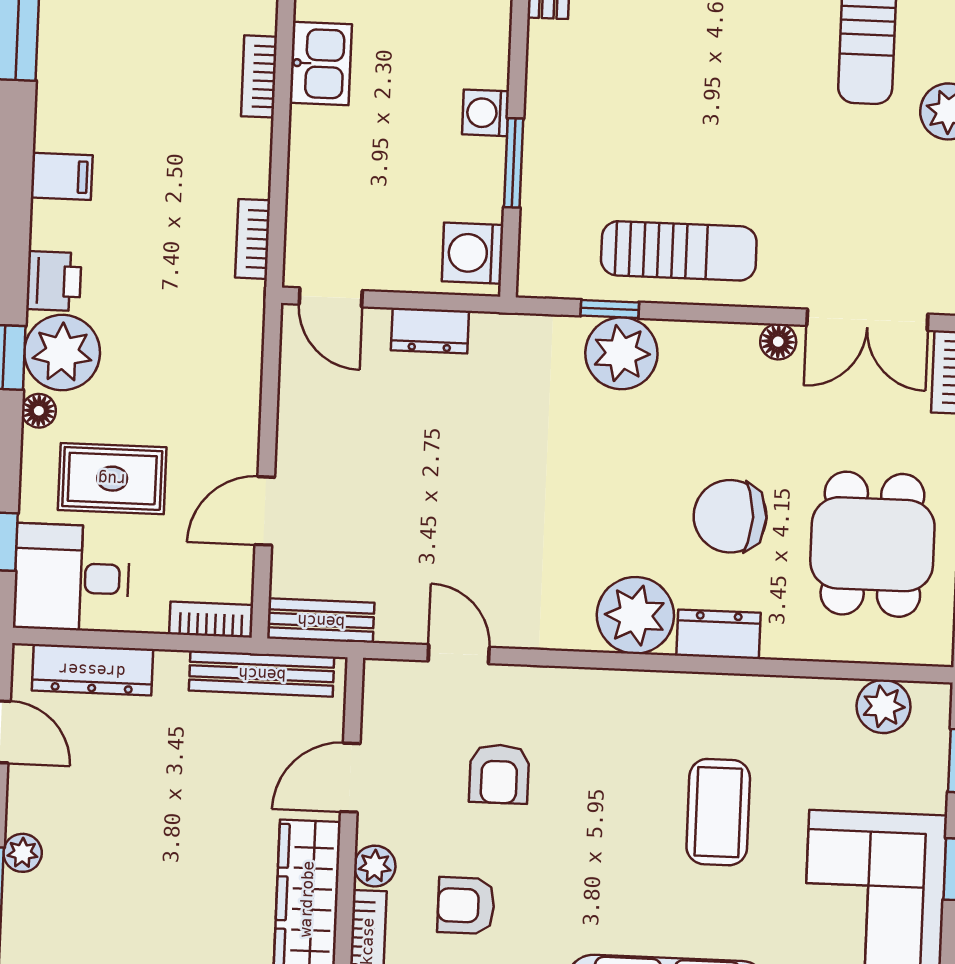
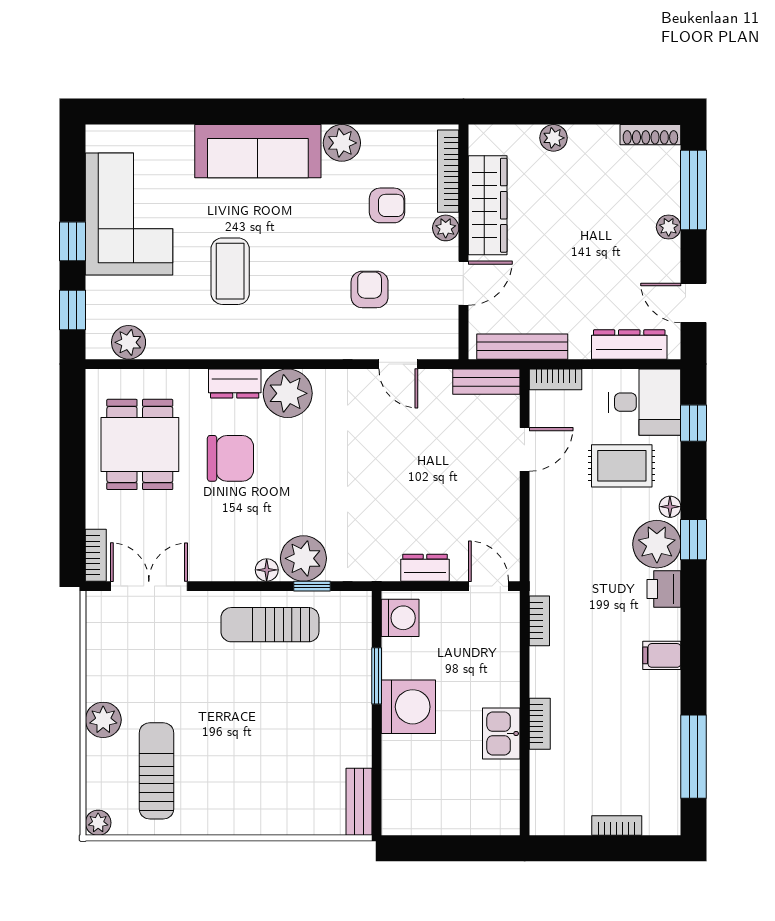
washing machine: (485, 113) -> (408, 707), width x1.89, depth x1.89
floor lamp: (778, 342) -> (267, 570), moved

